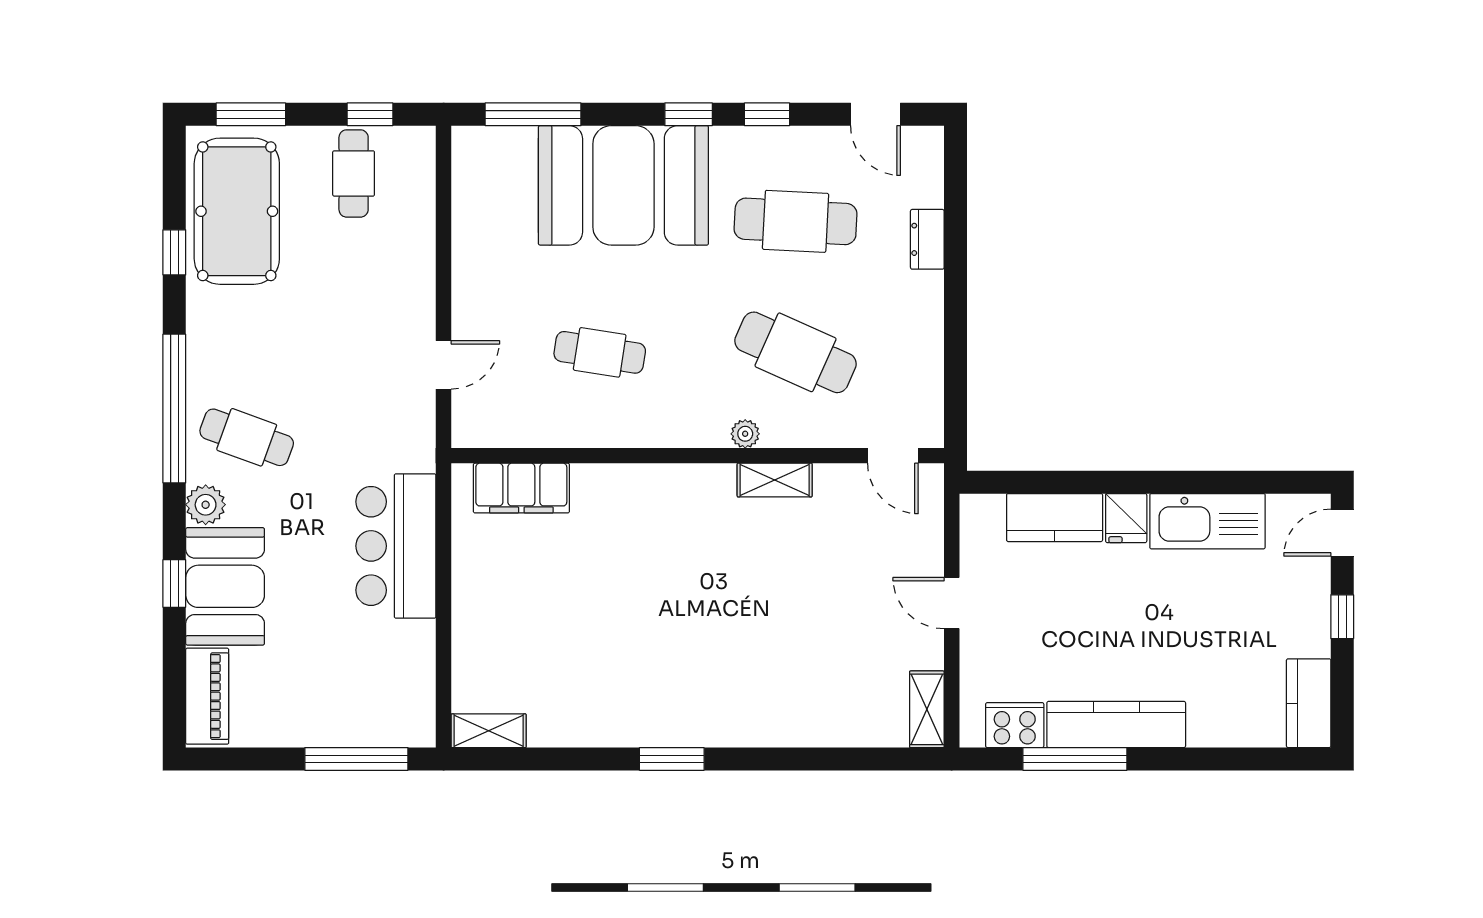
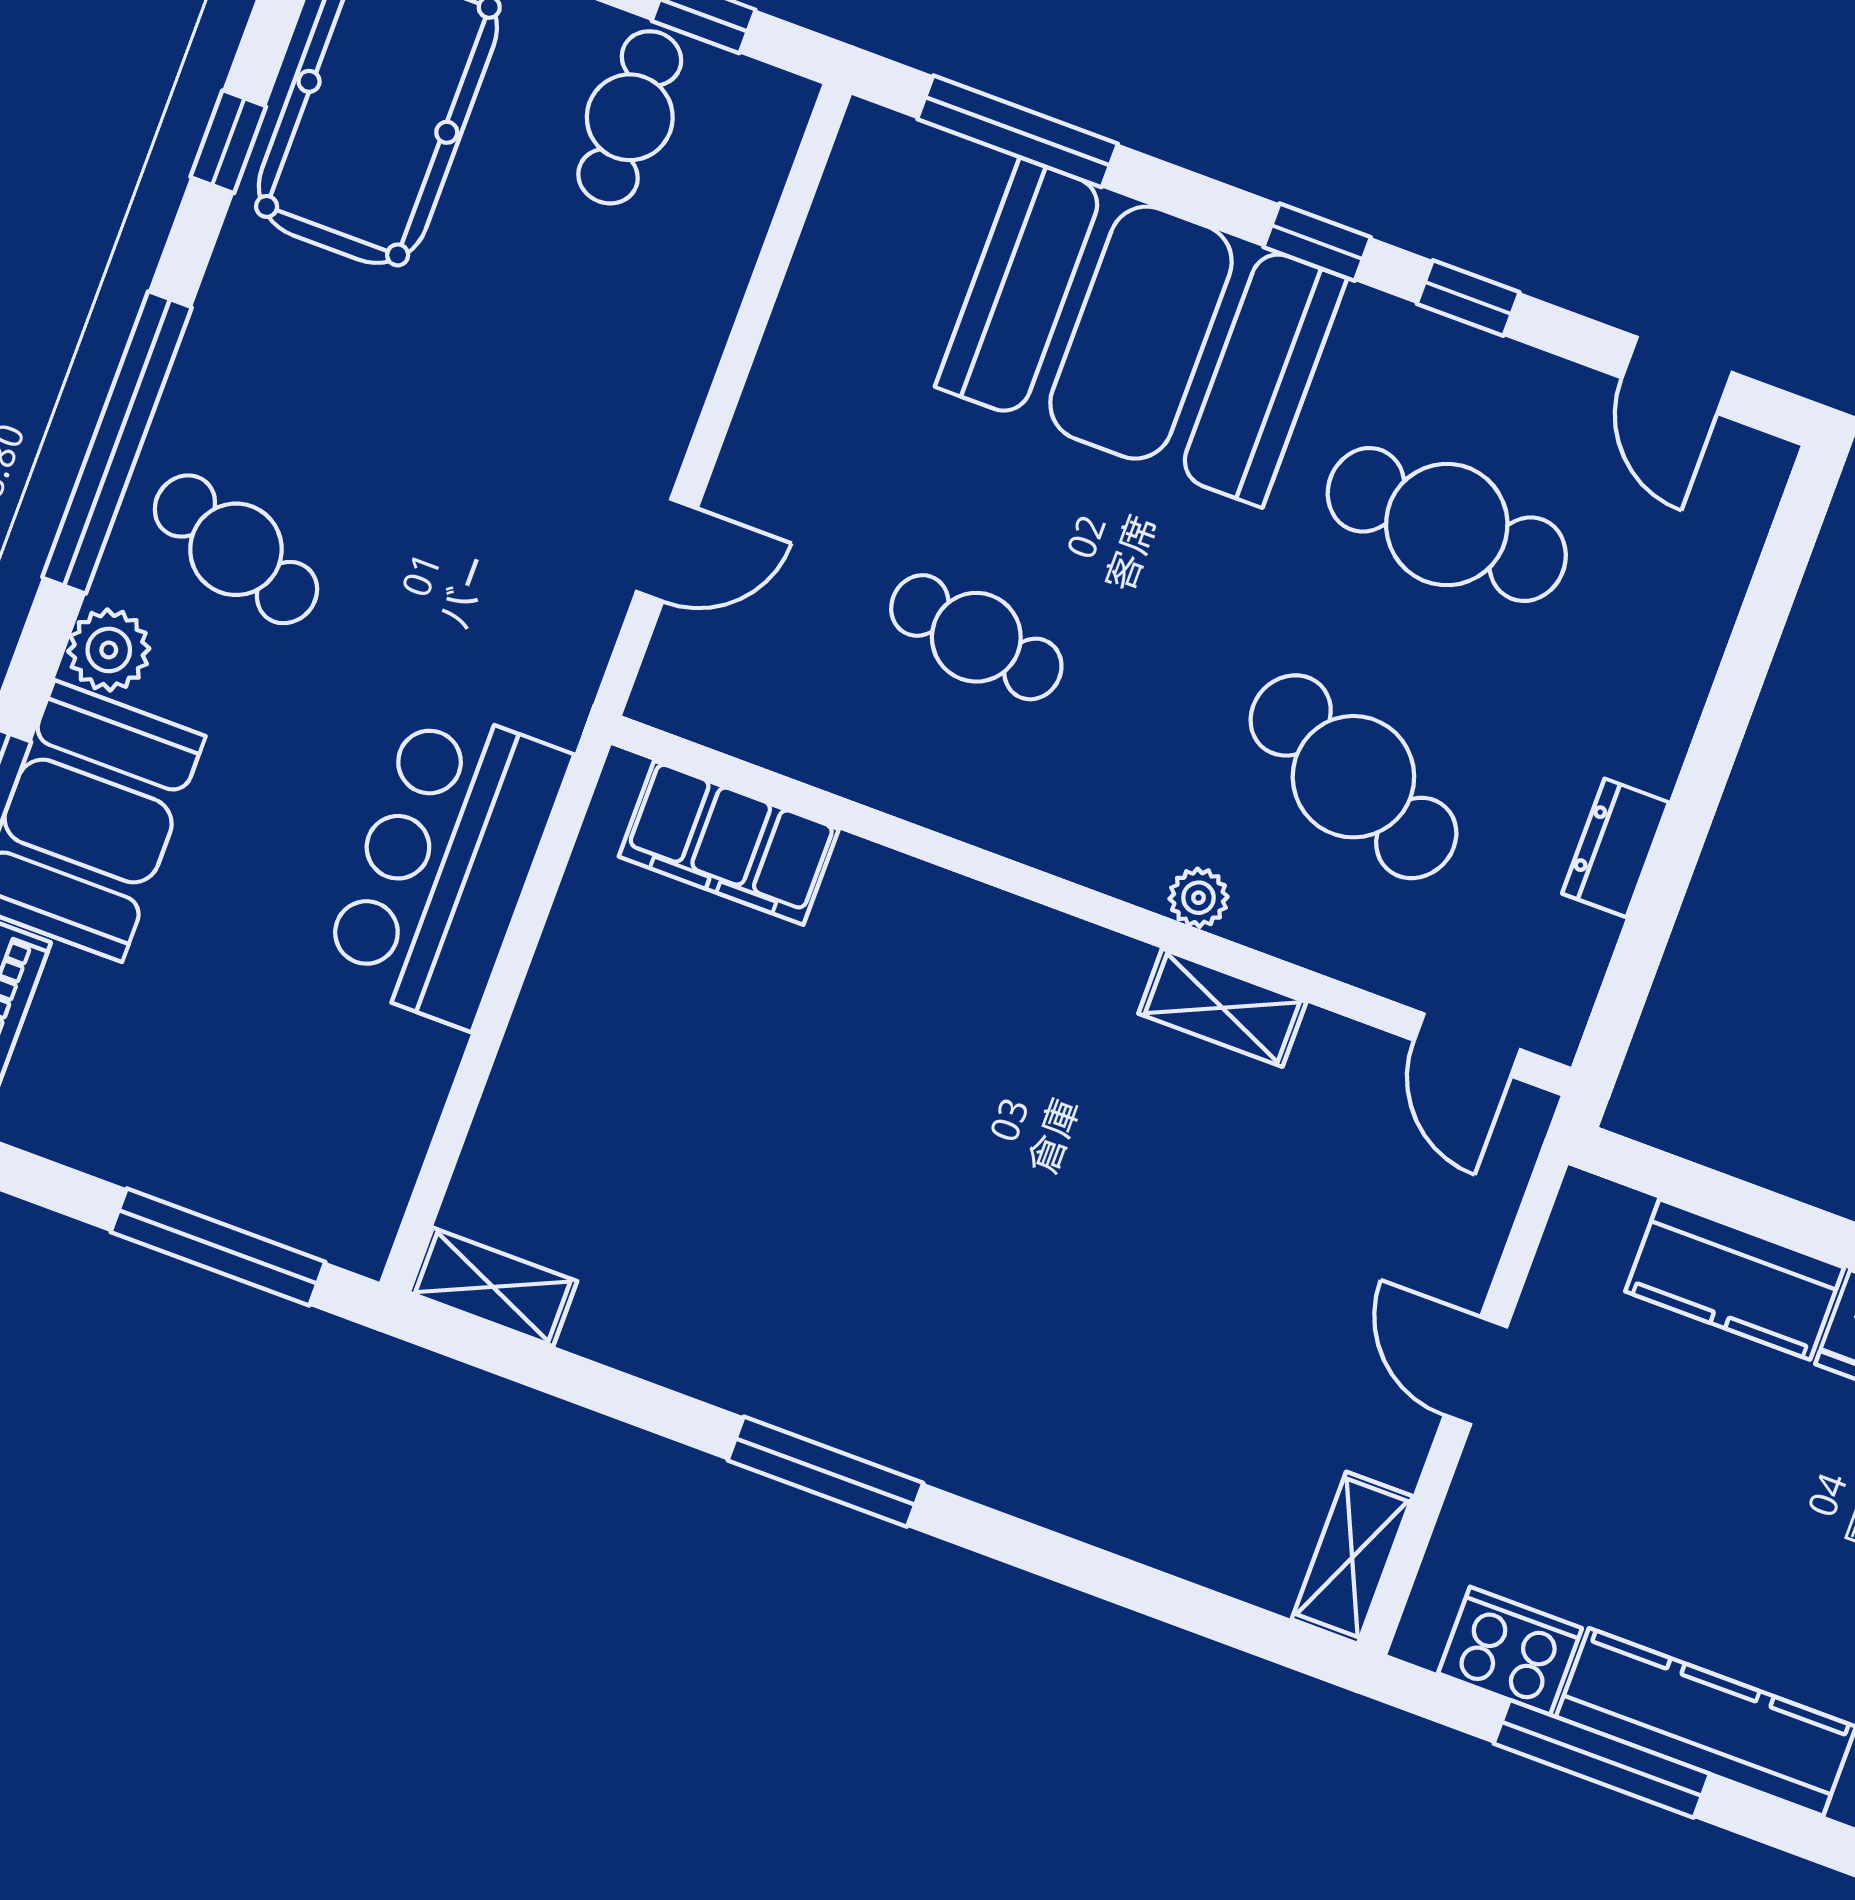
dresser: (927, 239) -> (1616, 848), moved
window: (672, 759) -> (825, 1472), width x1.44

